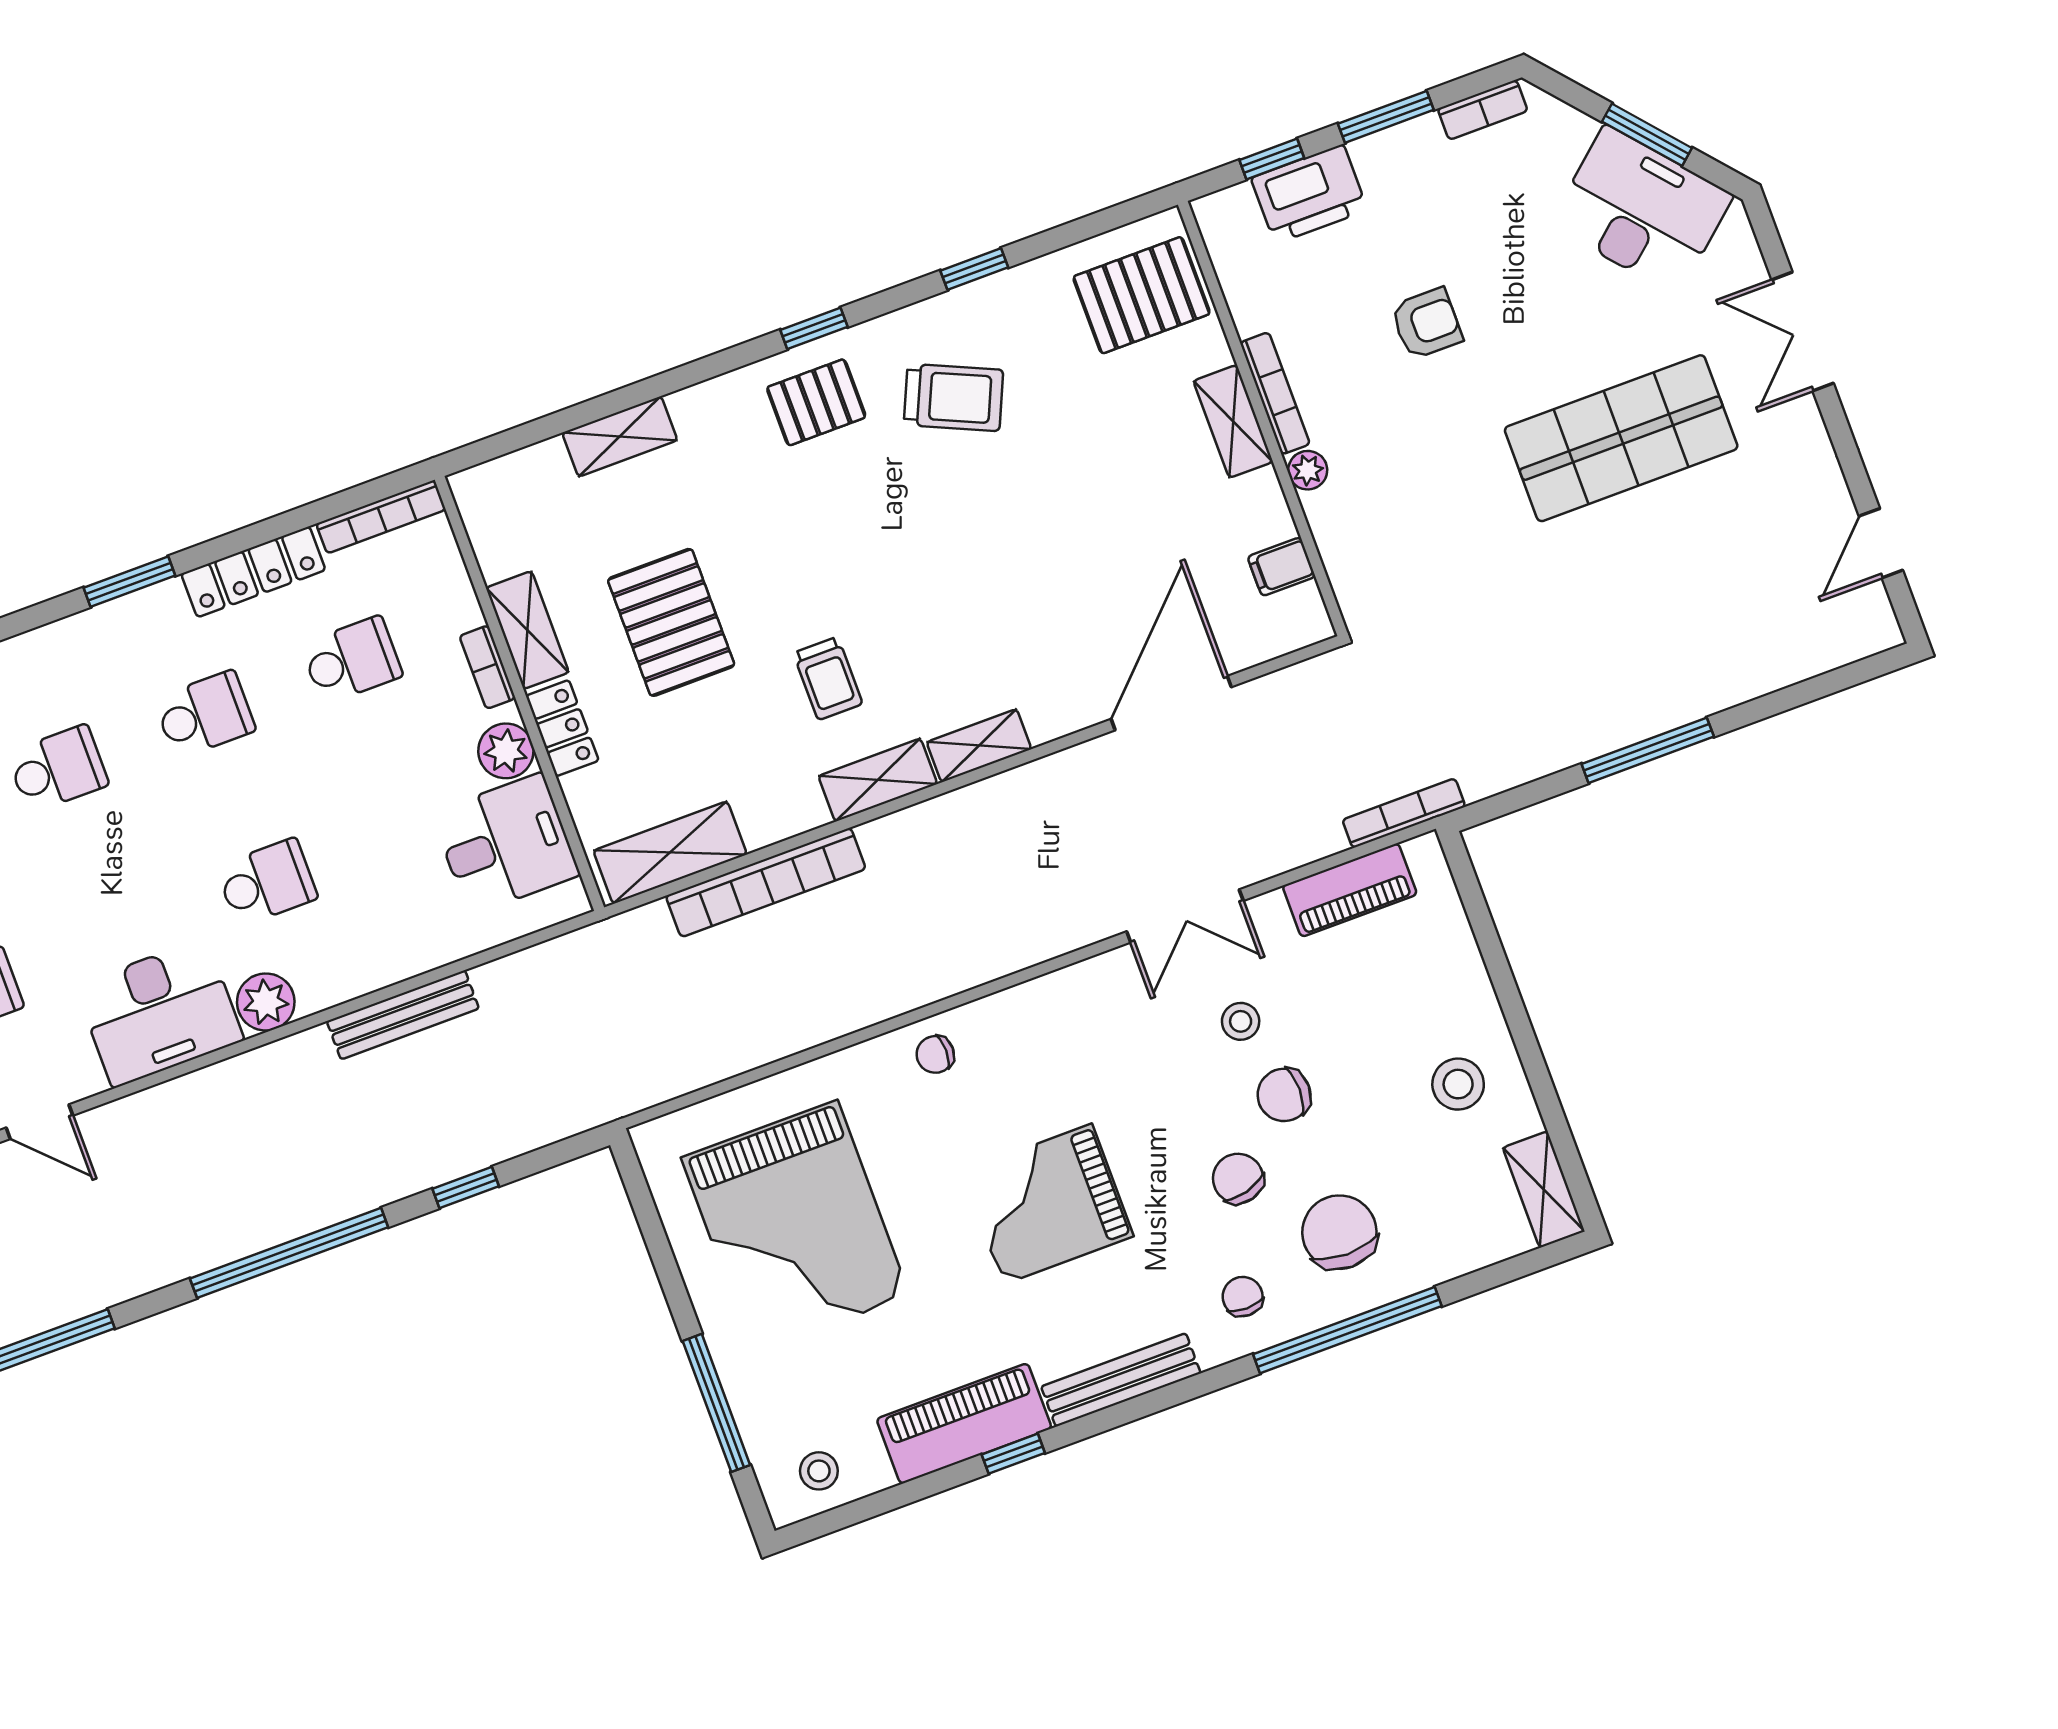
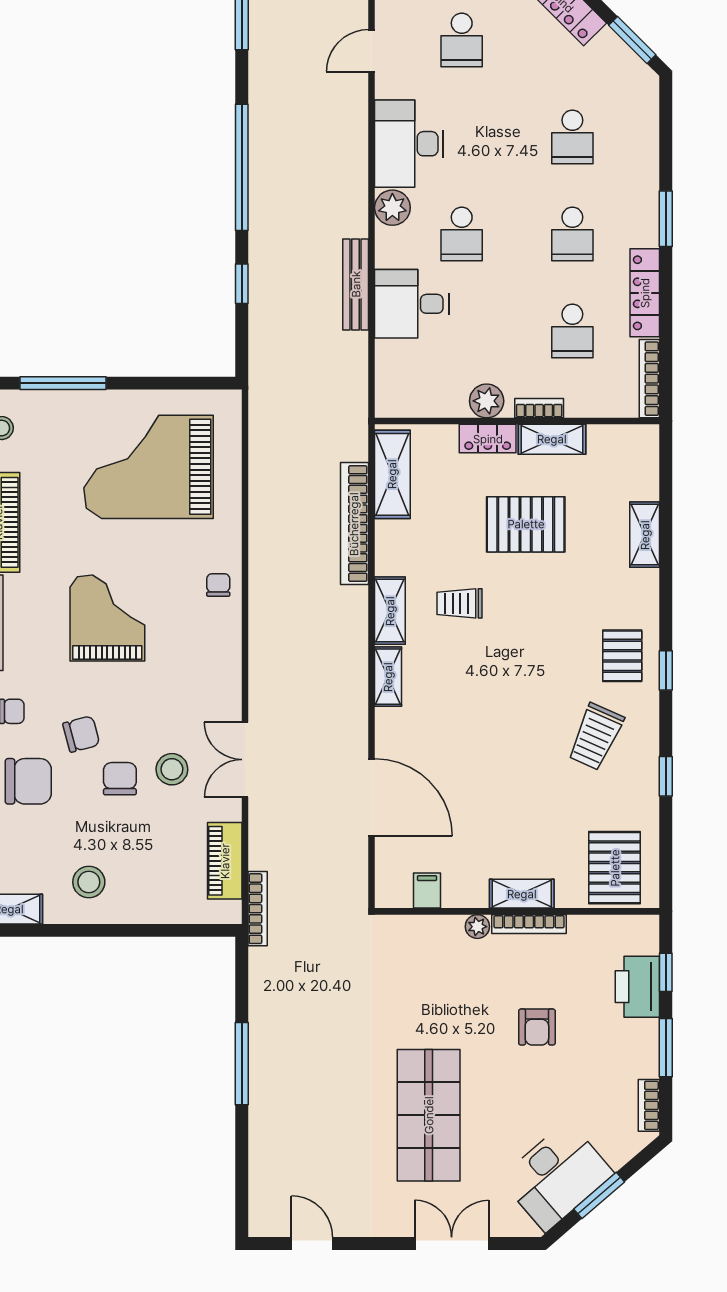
desk: (506, 844) -> (412, 304), moved, turned 90
stool: (1241, 1021) -> (172, 769), width x1.37, depth x1.37

